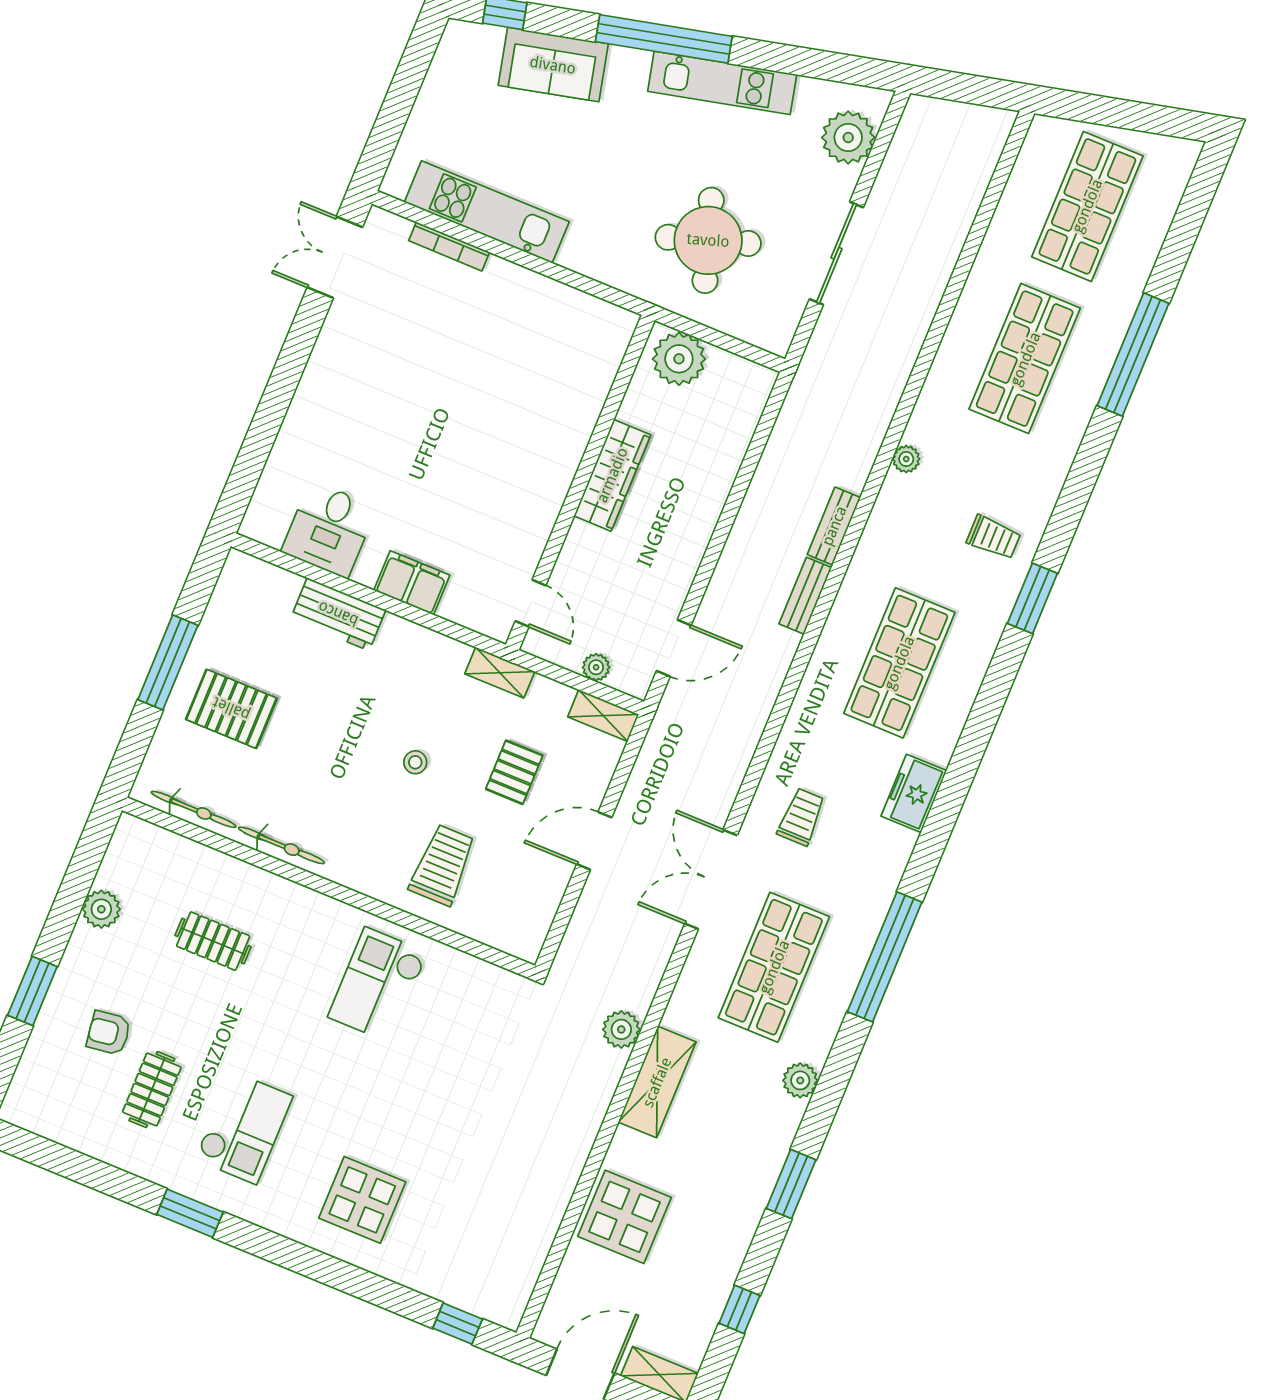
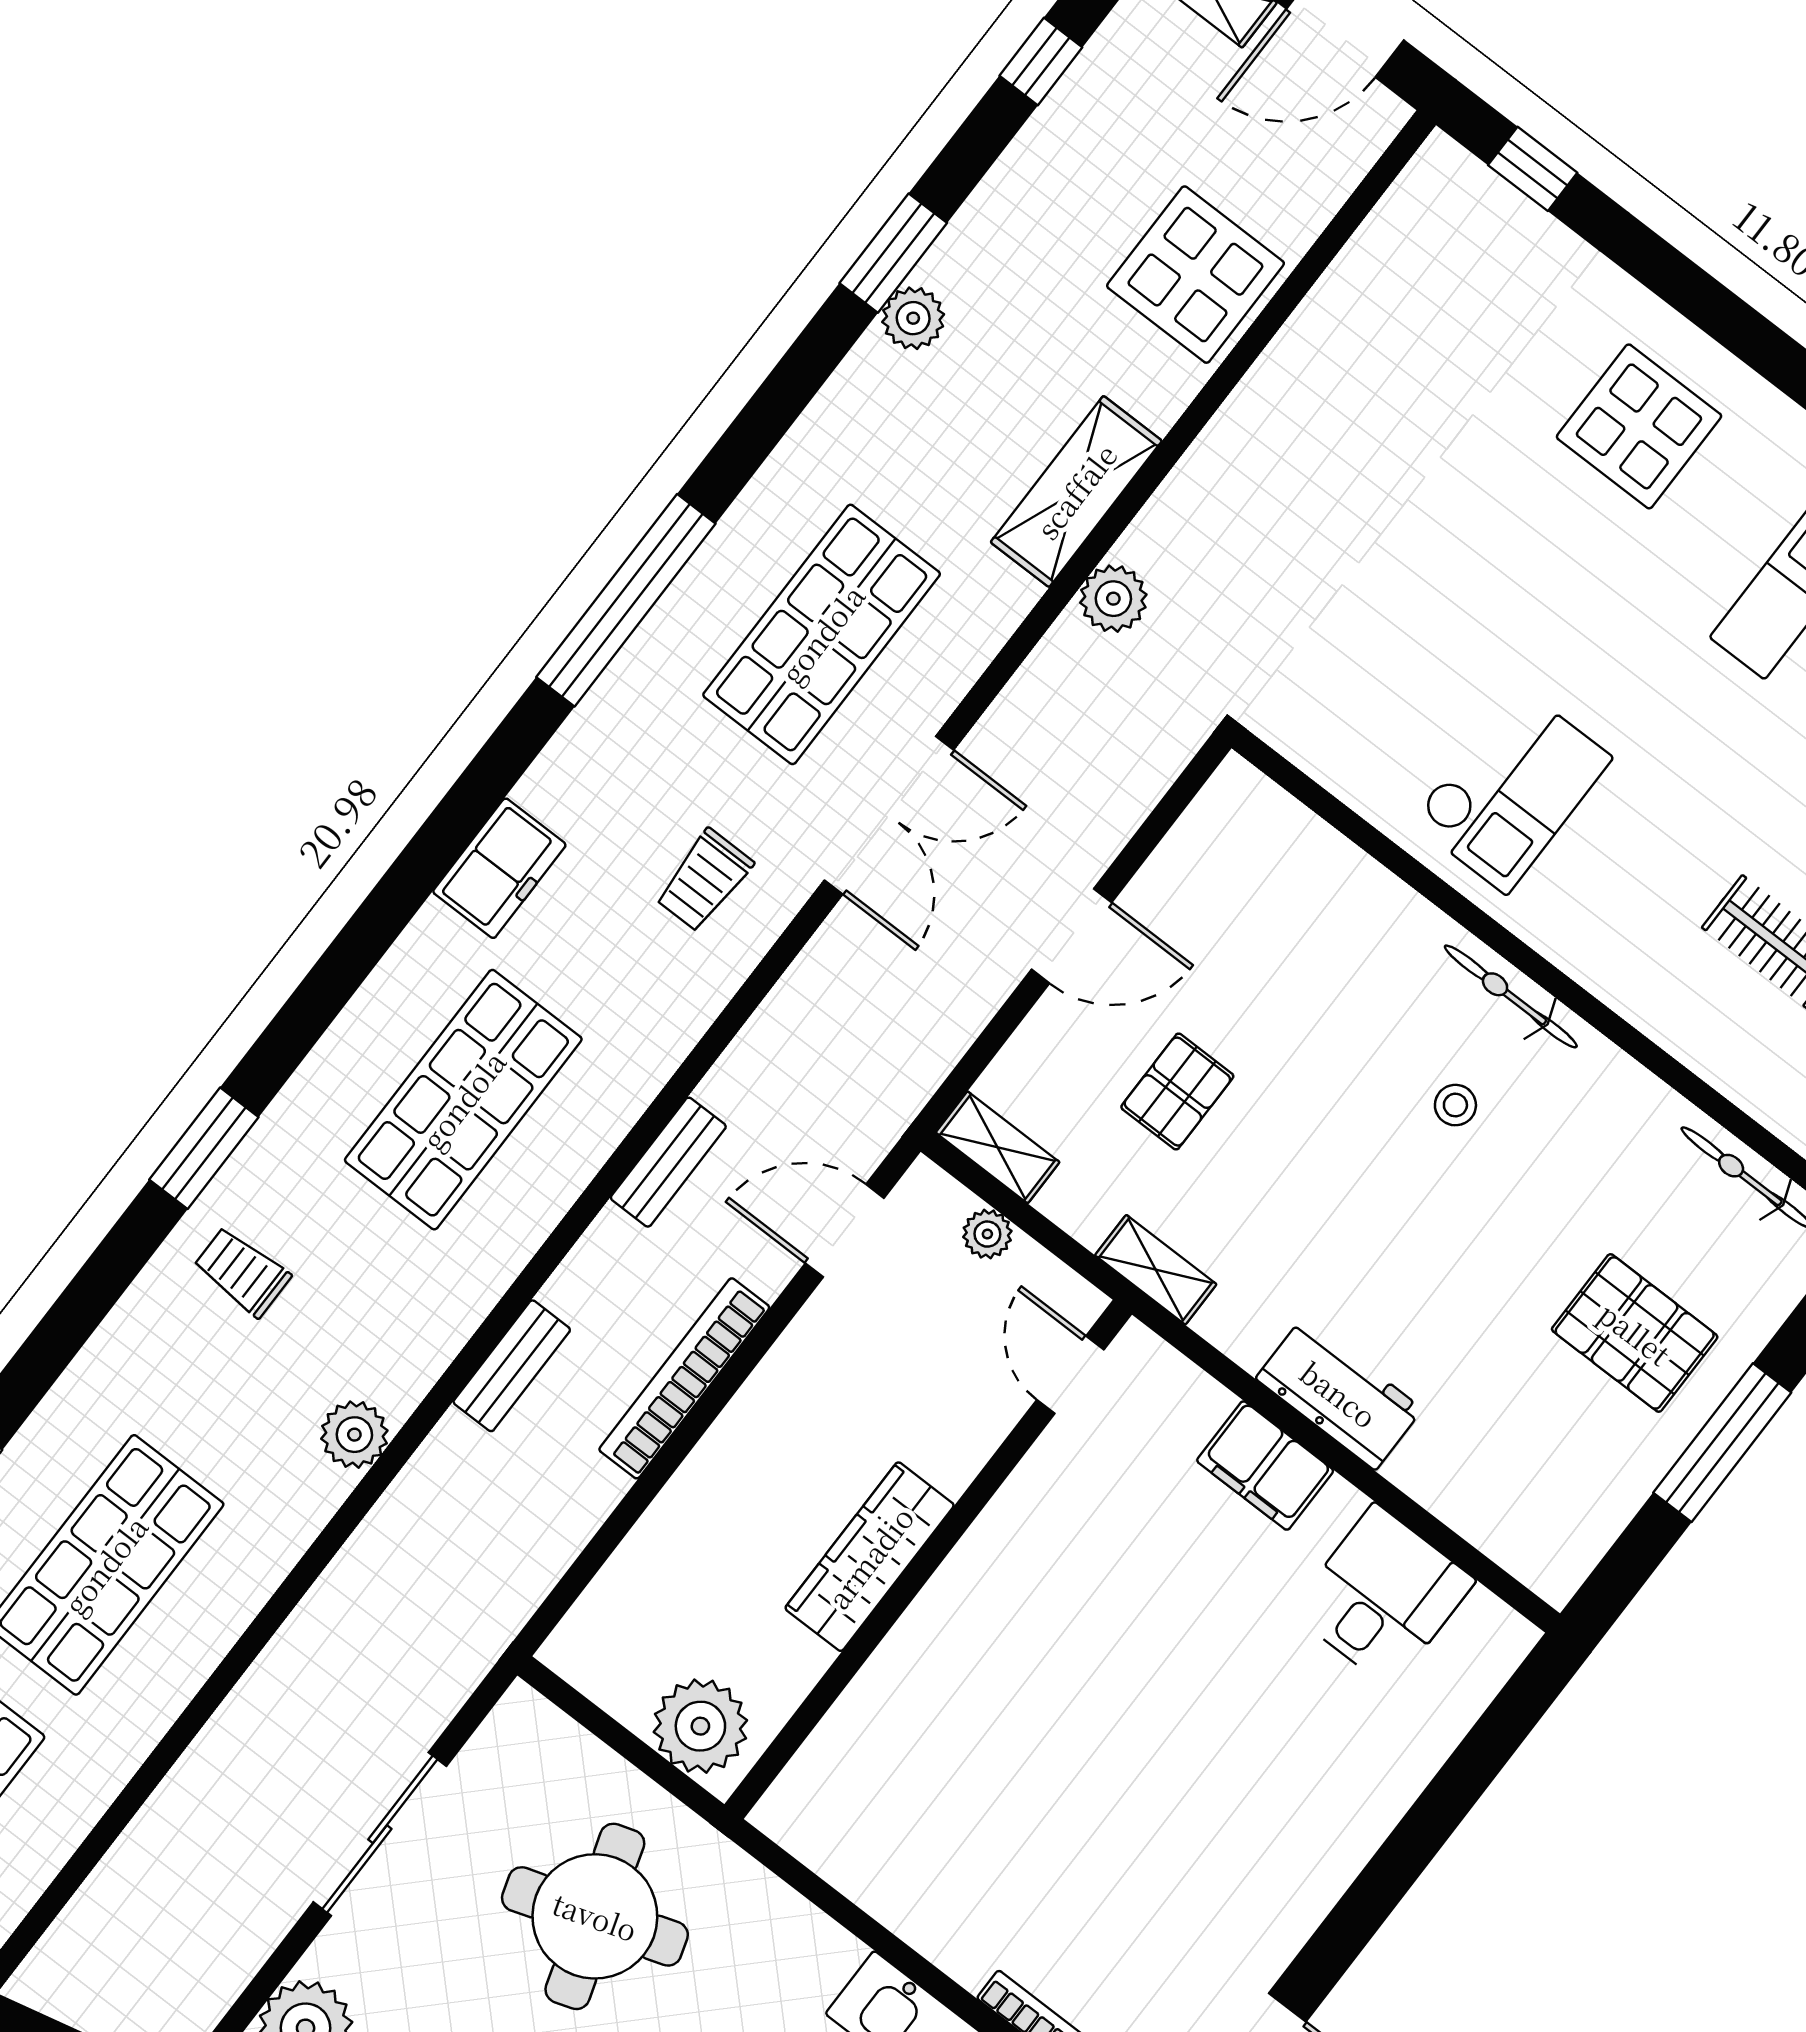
plant: (906, 459) -> (354, 1435), width x1.38, depth x1.38
bookcase: (739, 545) -> (684, 1378), added
bench: (805, 596) -> (668, 1162), moved
workbench: (338, 614) -> (1339, 1394), moved
stool: (415, 762) -> (1455, 1105), moved
bicycle: (281, 845) -> (1511, 996), moved
trolley: (443, 865) -> (1344, 965), removed
plant: (800, 1080) -> (913, 318), moved

